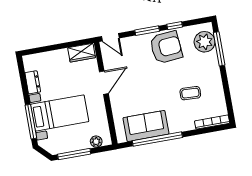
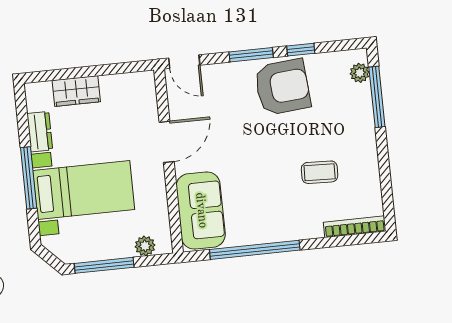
plant: (205, 42) -> (360, 73), width x0.53, depth x0.53
wardrobe: (82, 53) -> (76, 91), moved
window: (31, 122) -> (29, 178), moved
sofa: (146, 126) -> (201, 210), moved, turned 90

